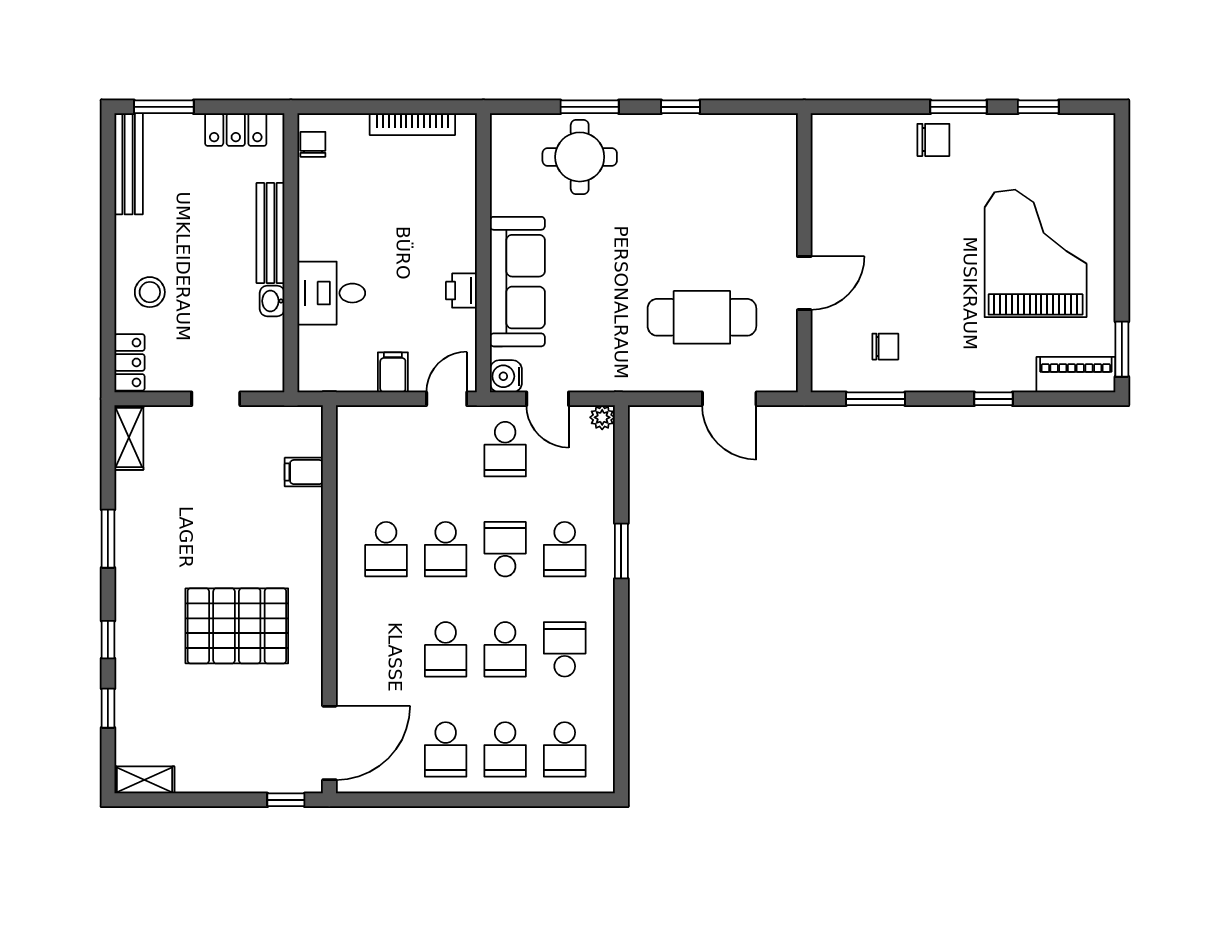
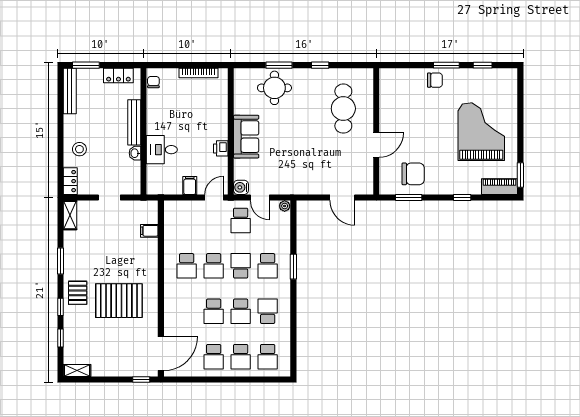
sofa: (517, 282) -> (246, 137), width x0.73
cafe table: (702, 317) -> (343, 109), moved, turned 90
chair: (885, 347) -> (413, 174), width x1.87, depth x1.87
pallet: (146, 609) -> (78, 293), added

